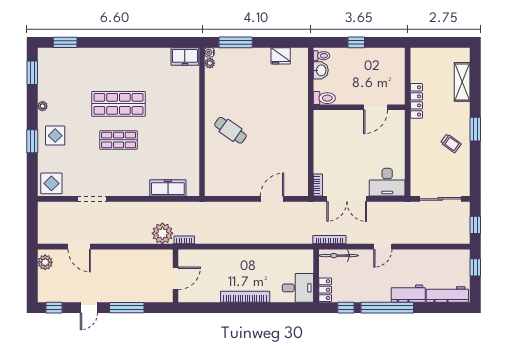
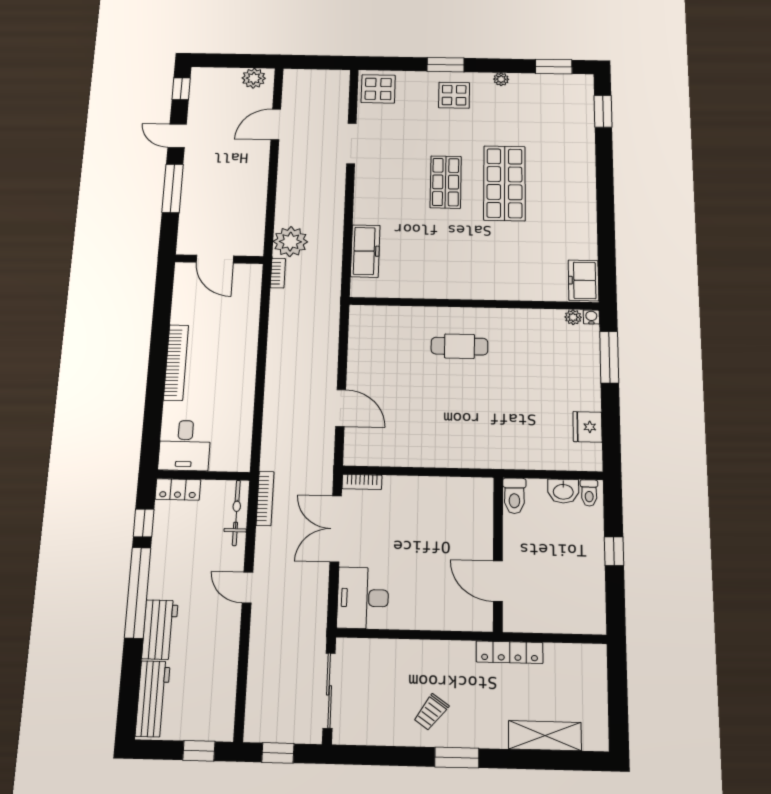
cafe table: (230, 130) -> (459, 346), turned 55

